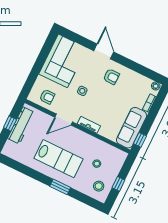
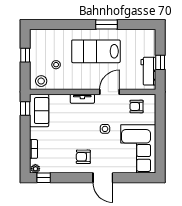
window: (153, 75) -> (44, 178), added
workbench: (21, 125) -> (148, 71), width x0.73
sofa: (132, 128) -> (39, 111), width x0.73
stool: (99, 186) -> (41, 81), moved
window: (60, 187) -> (107, 24), moved

